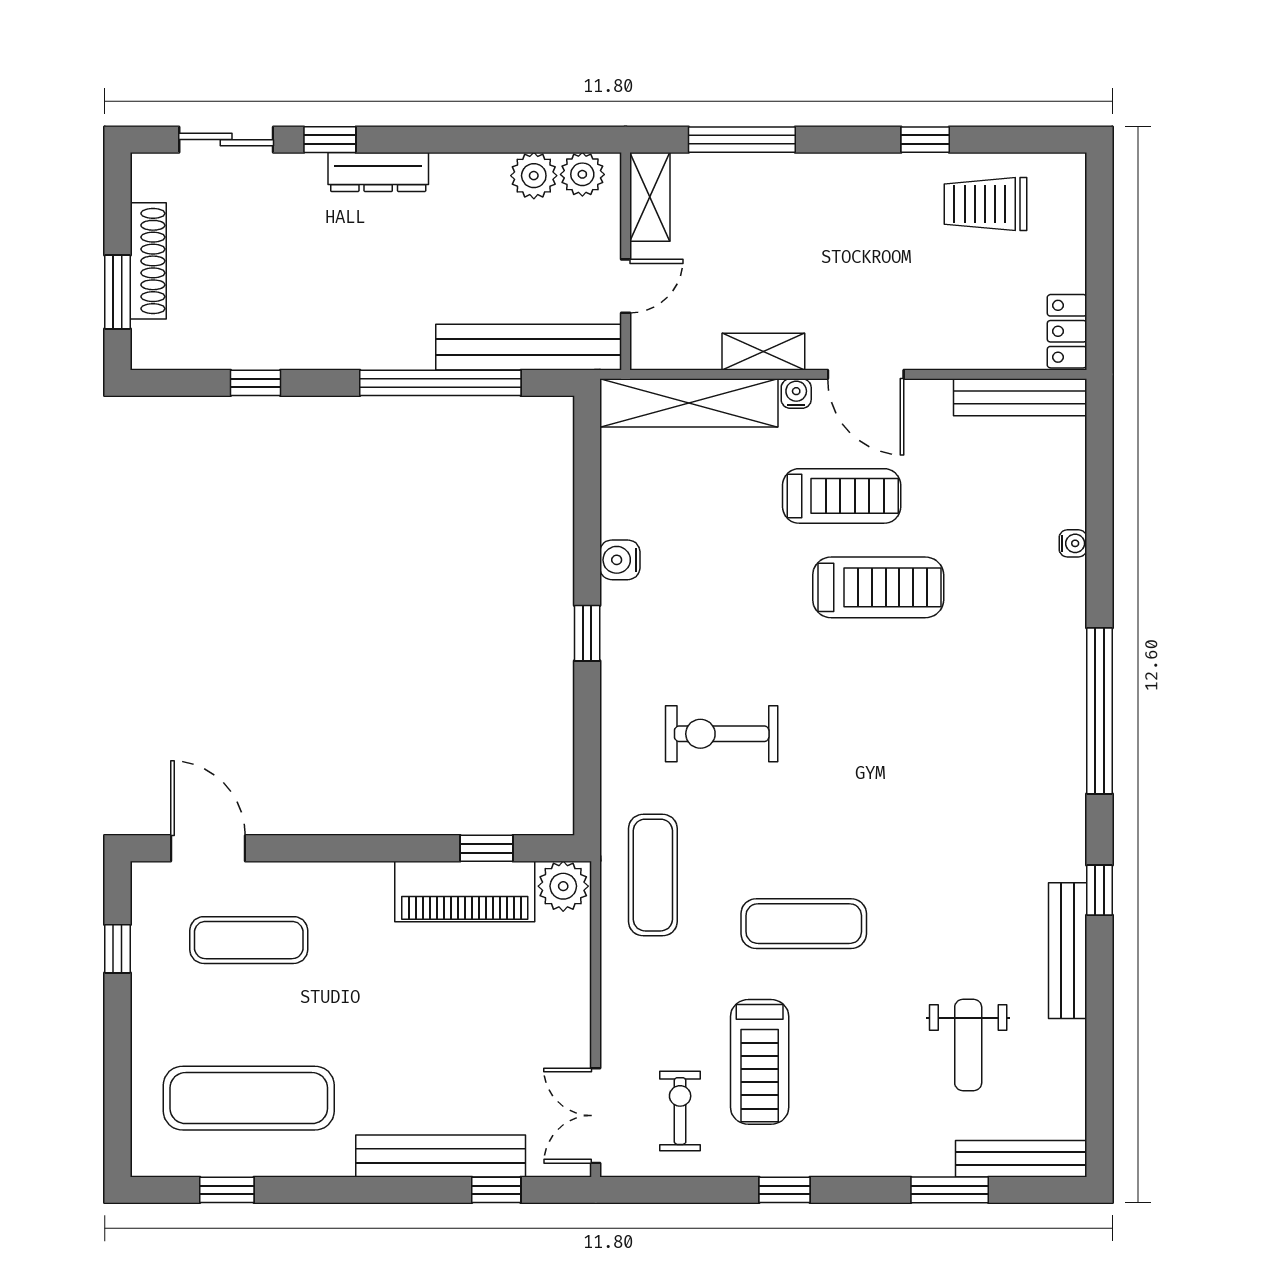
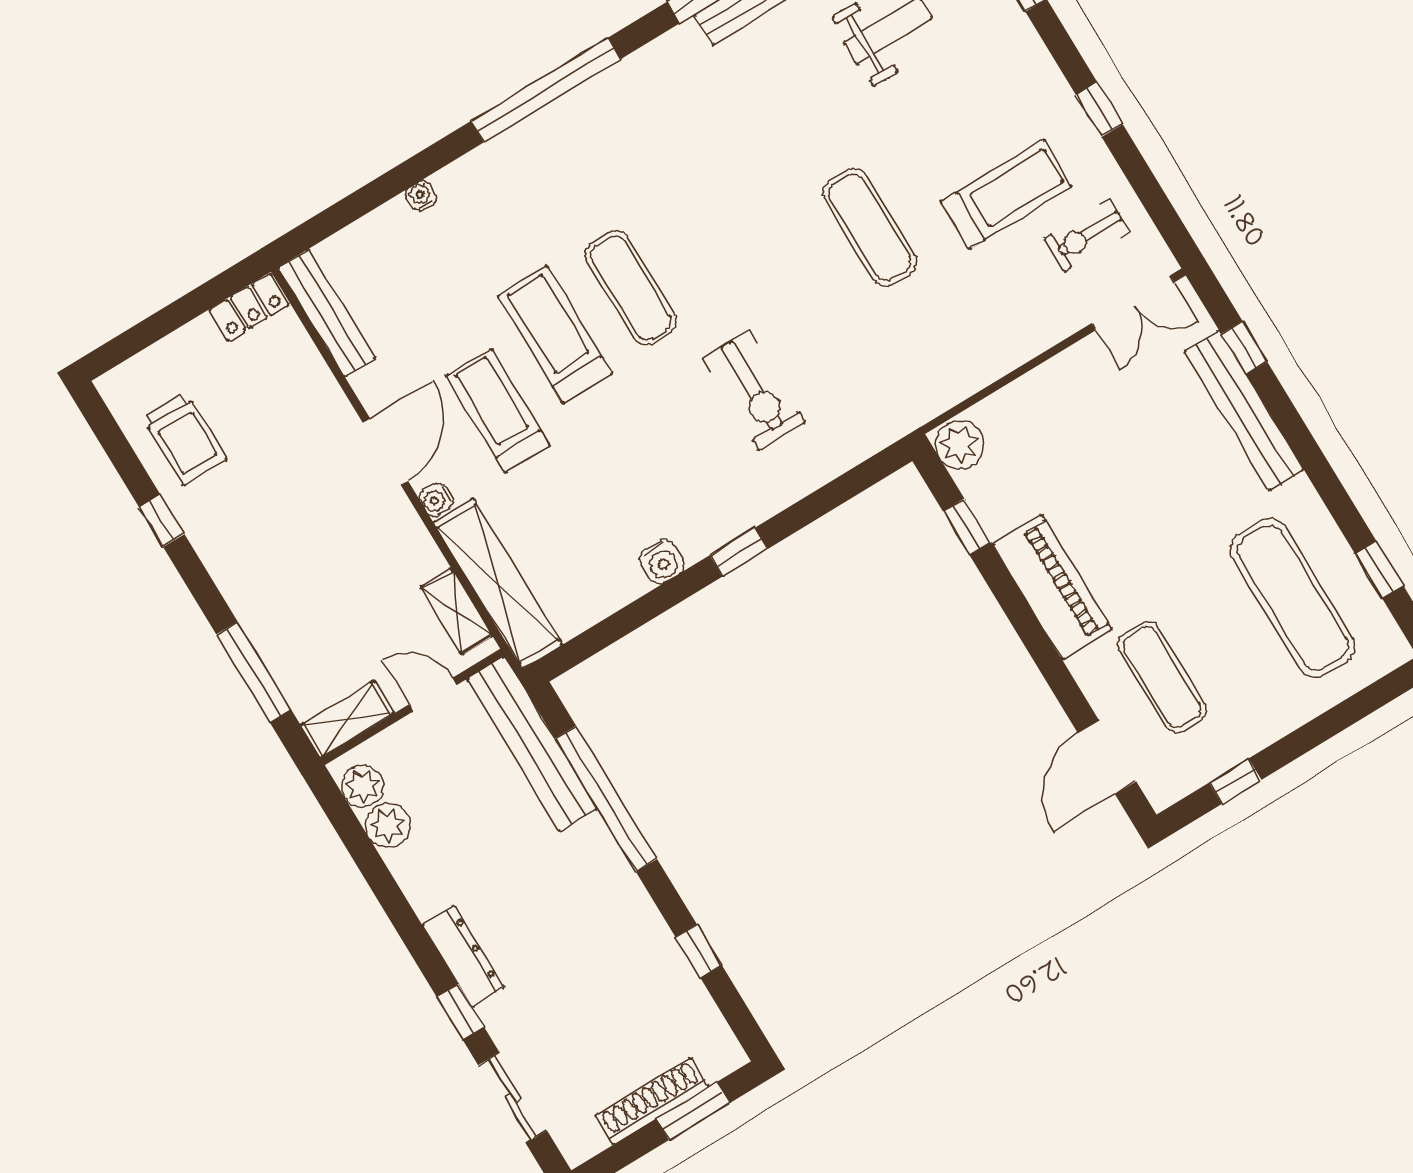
shelving: (763, 352) -> (457, 611), moved
exercise mat: (653, 875) -> (631, 288), moved, turned 90
piano: (465, 891) -> (1052, 587), moved

